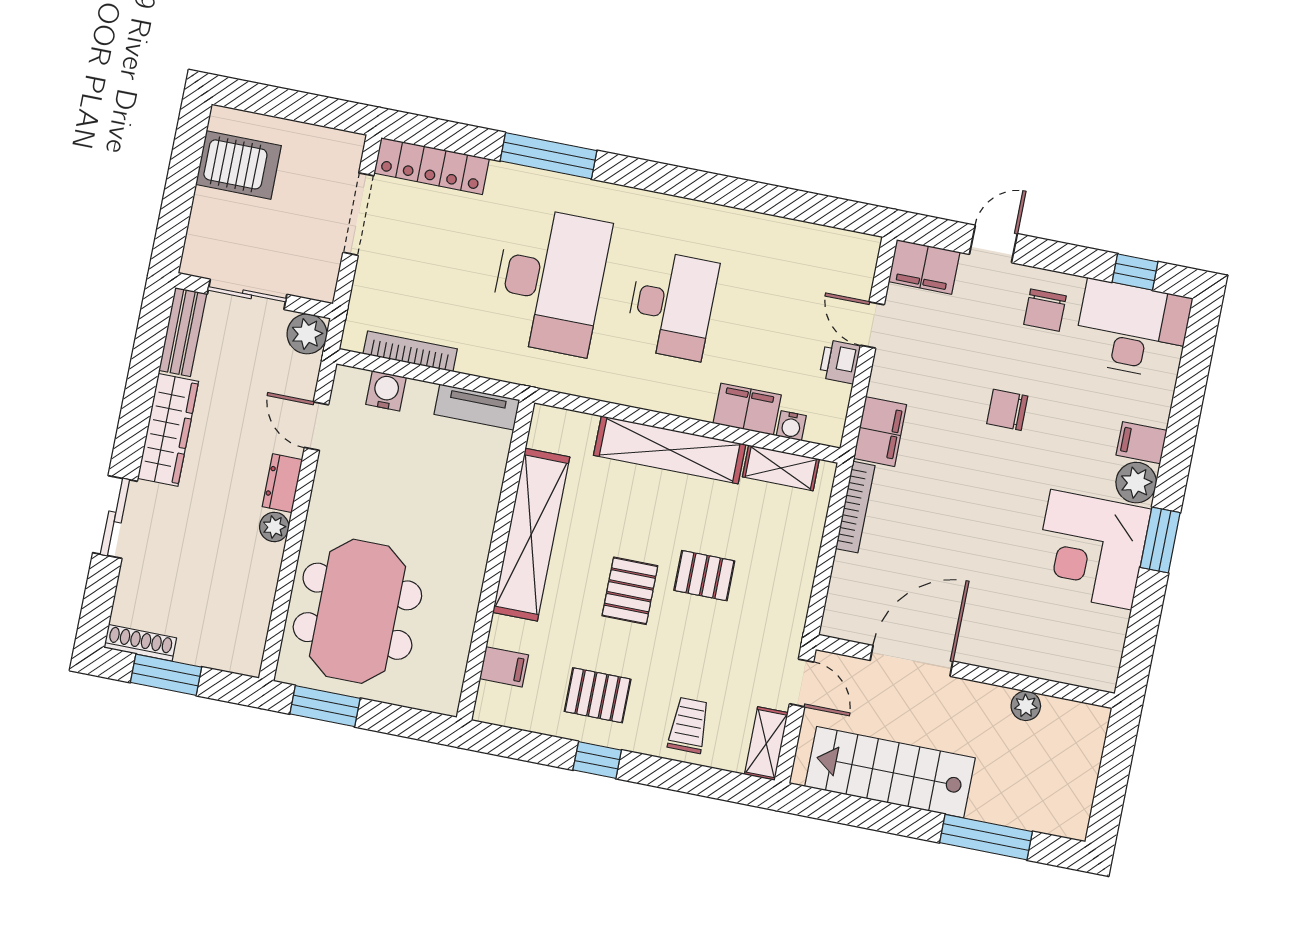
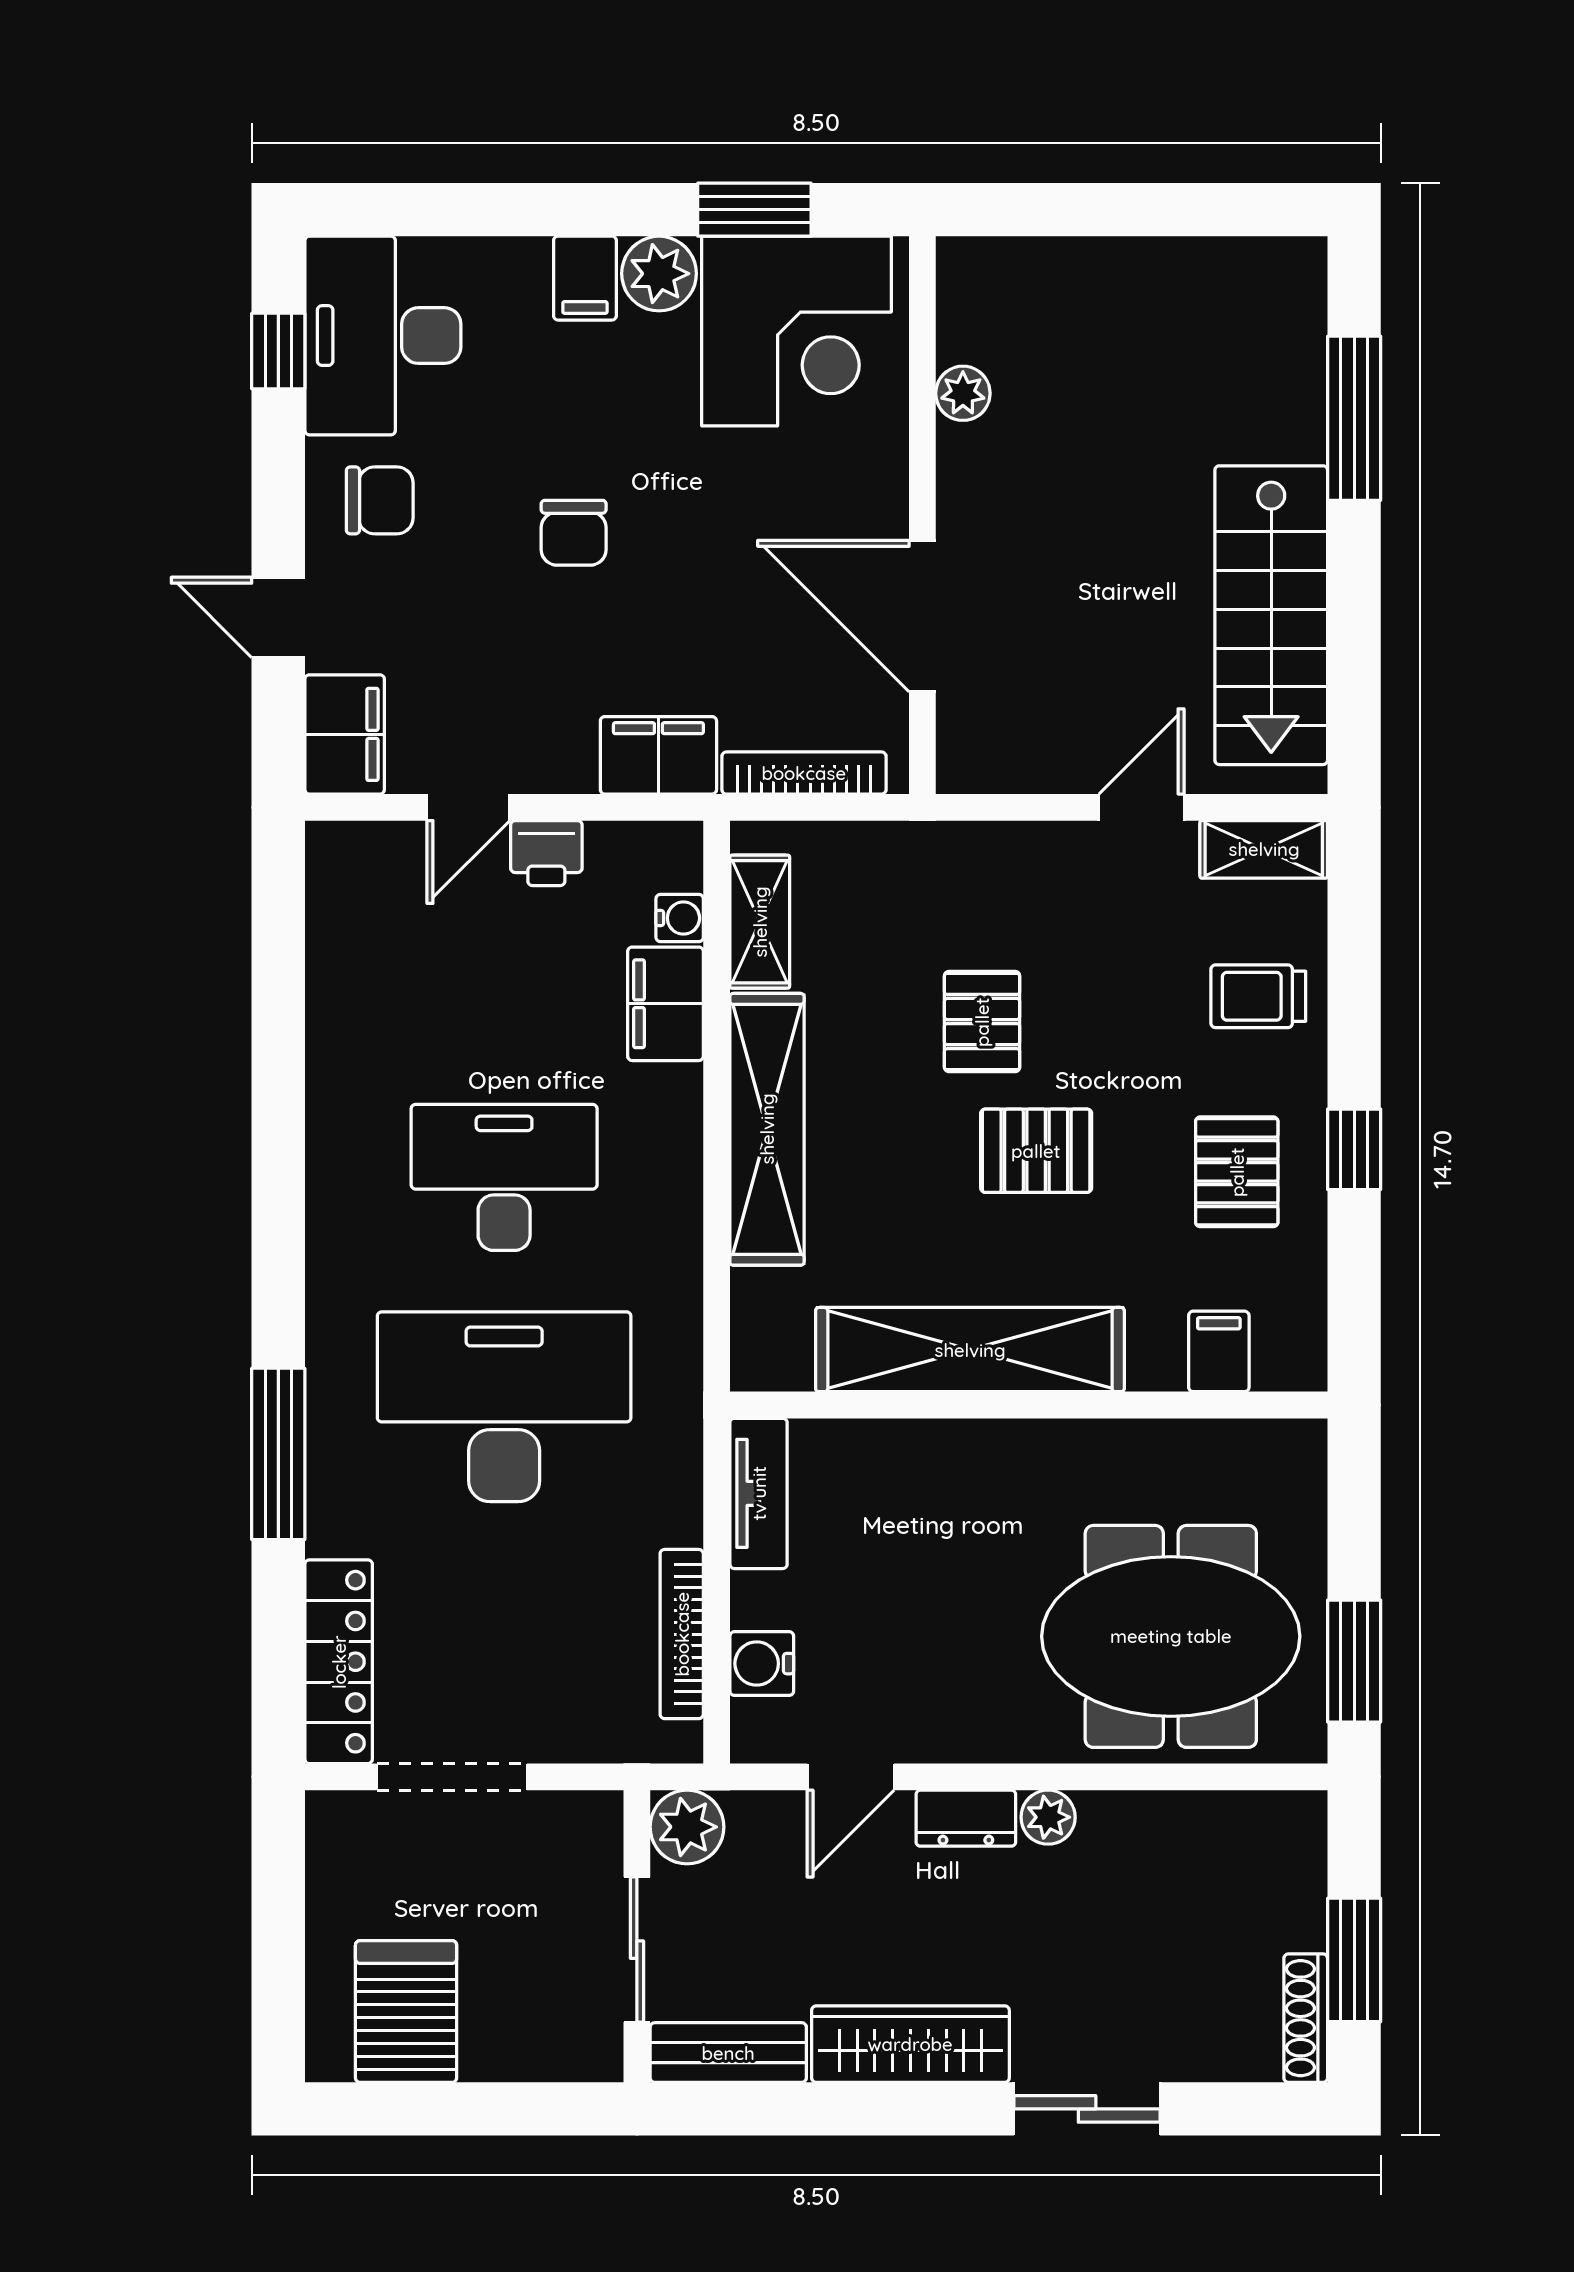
door: (912, 661) -> (922, 616), moved
wall: (965, 671) -> (922, 515), moved
plant: (1026, 706) -> (963, 393), moved

